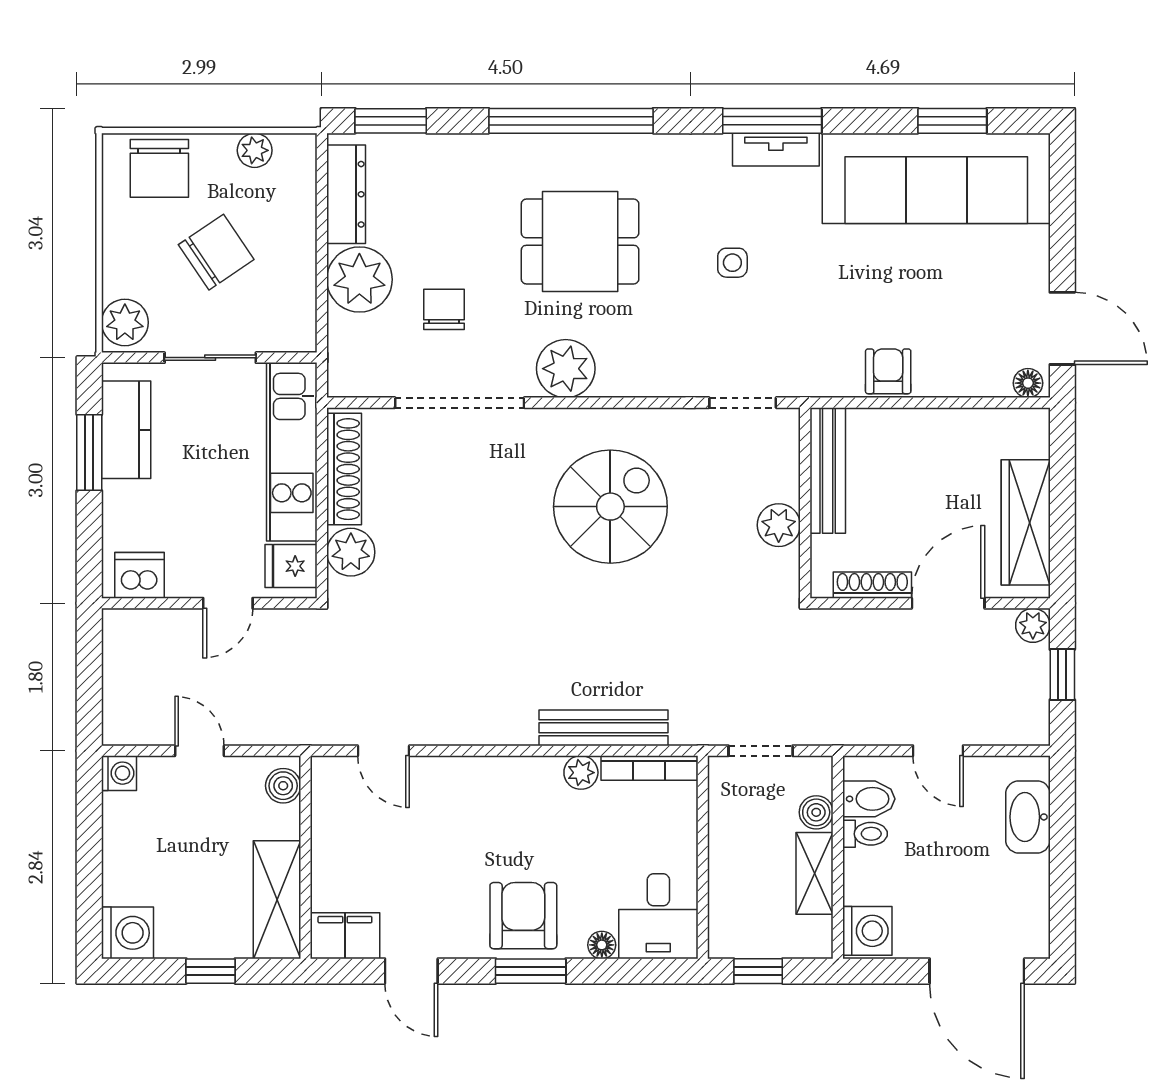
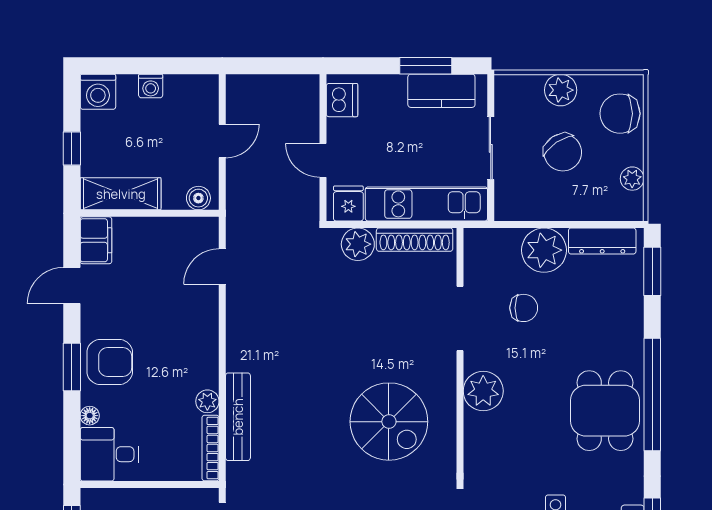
dining table: (580, 242) -> (605, 411), moved
plant: (125, 322) -> (561, 90), moved
doorway: (460, 403) -> (460, 319), width x0.73
washing machine: (119, 773) -> (151, 86), moved

